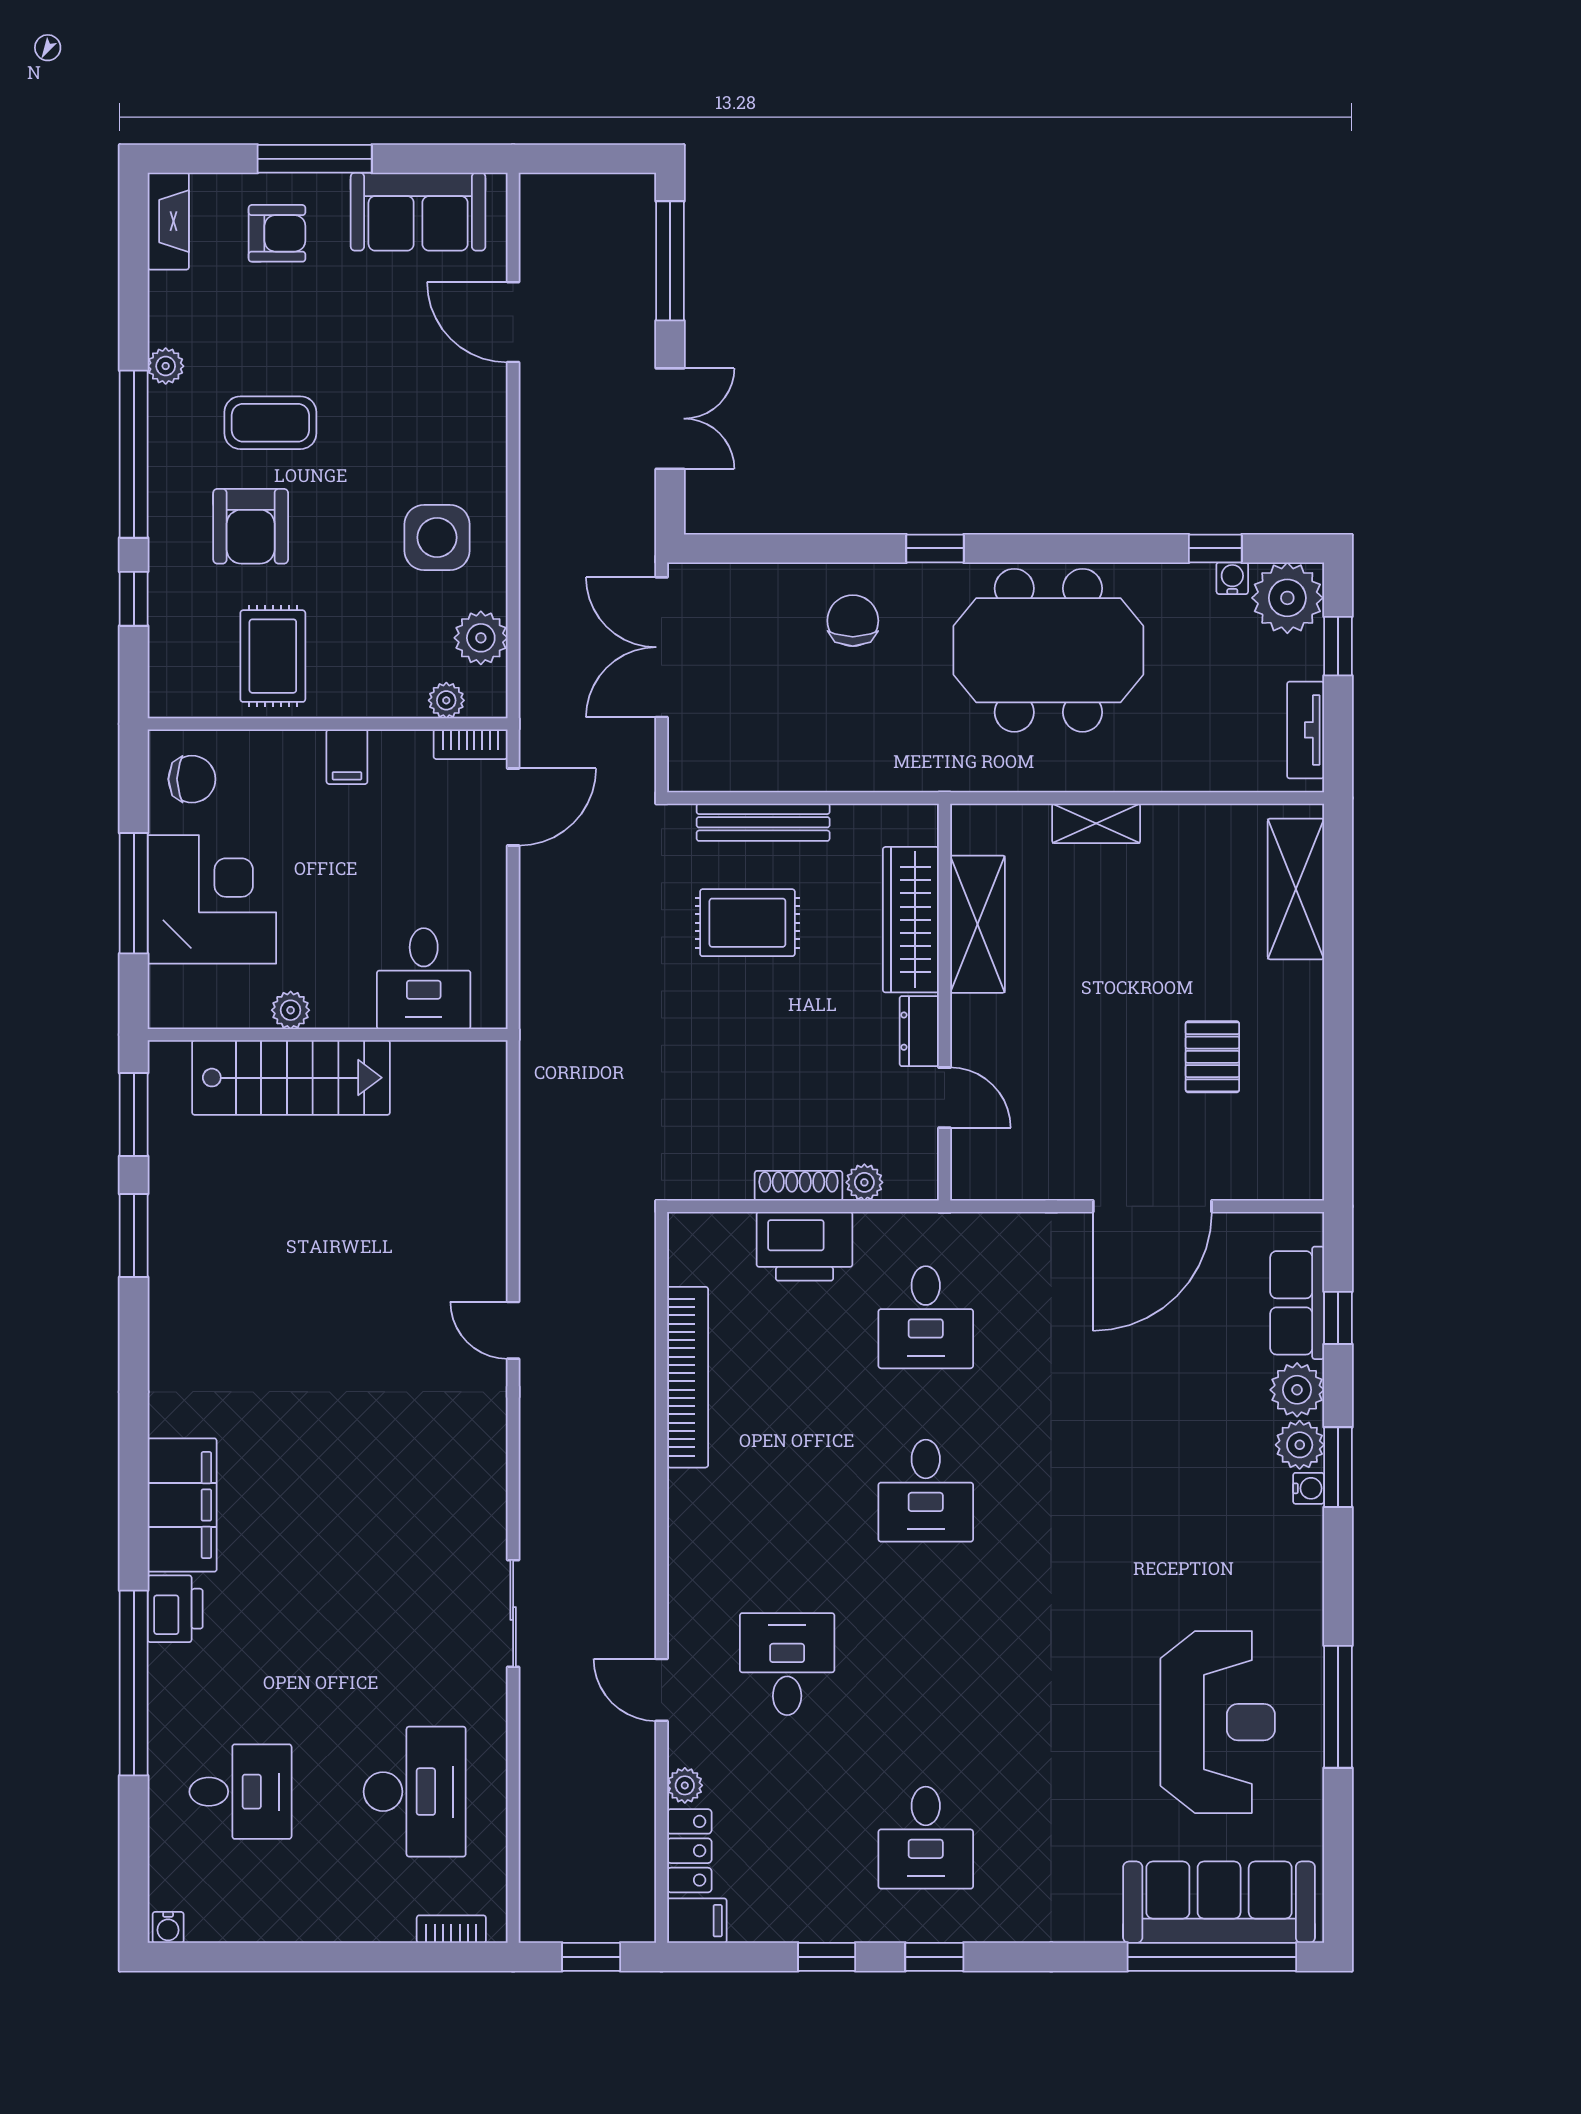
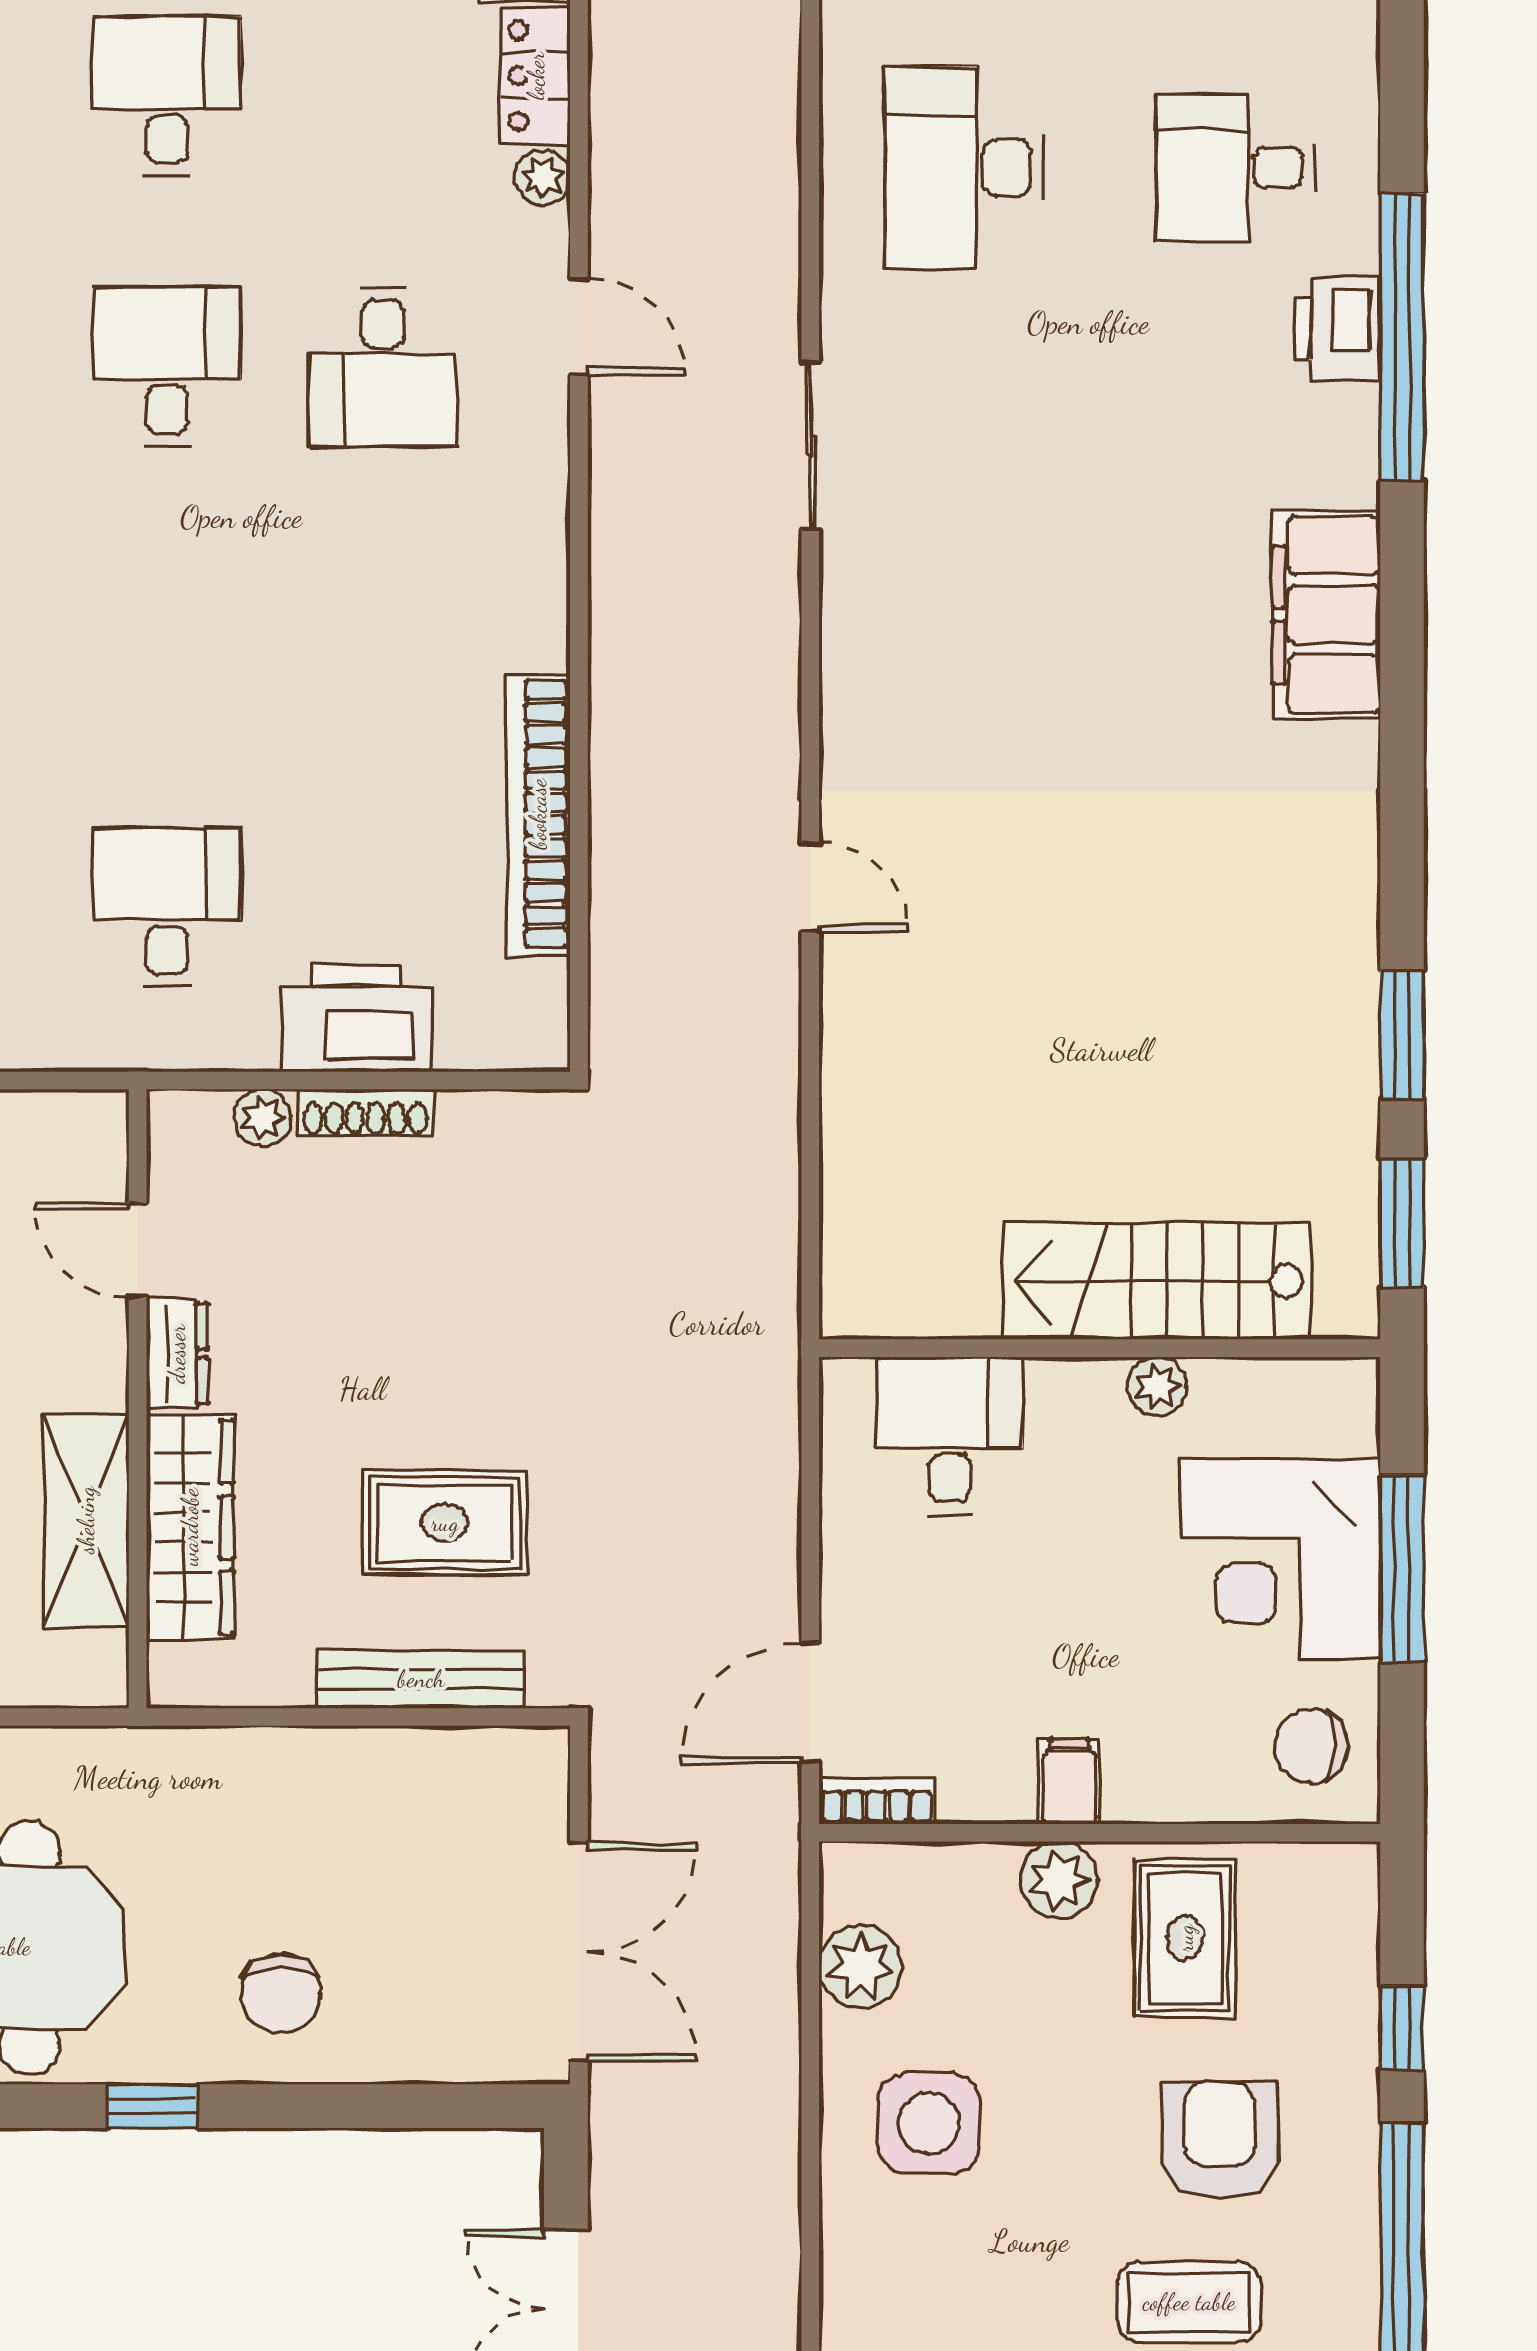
plant: (446, 700) -> (1059, 1880), moved, width x1.38, depth x1.38
desk: (926, 1491) -> (167, 367), moved
printer: (175, 1609) -> (1337, 329), moved

